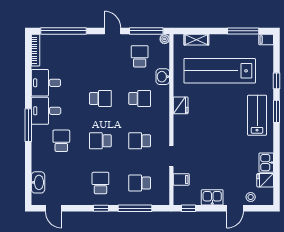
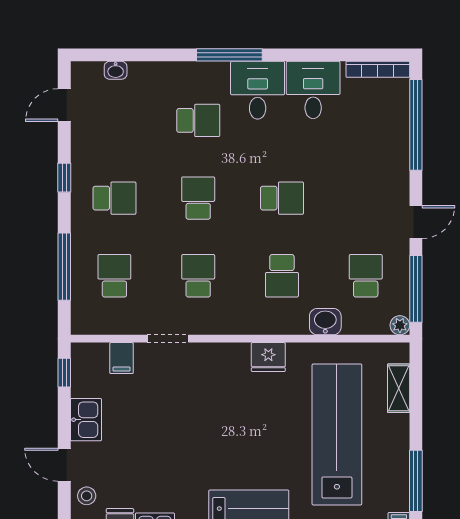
school desk: (140, 56) -> (366, 276), turned -90
school desk: (100, 99) -> (282, 198), turned -90
washbasin: (38, 182) -> (116, 70), width x0.52, depth x0.69
window: (101, 208) -> (64, 178), moved

